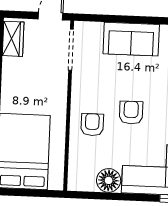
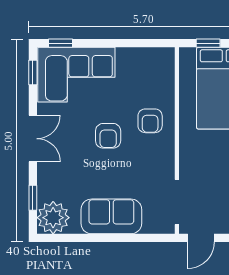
floor lamp: (109, 180) -> (130, 60), removed
window: (36, 193) -> (208, 43), added

